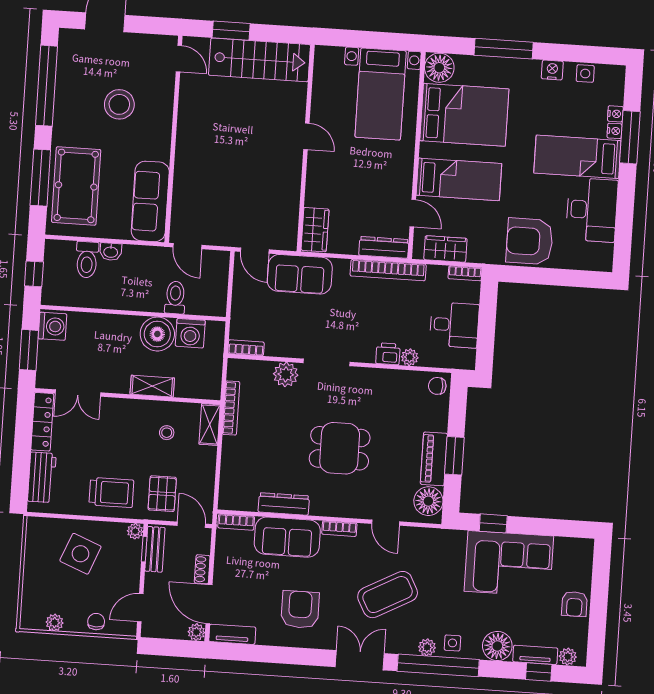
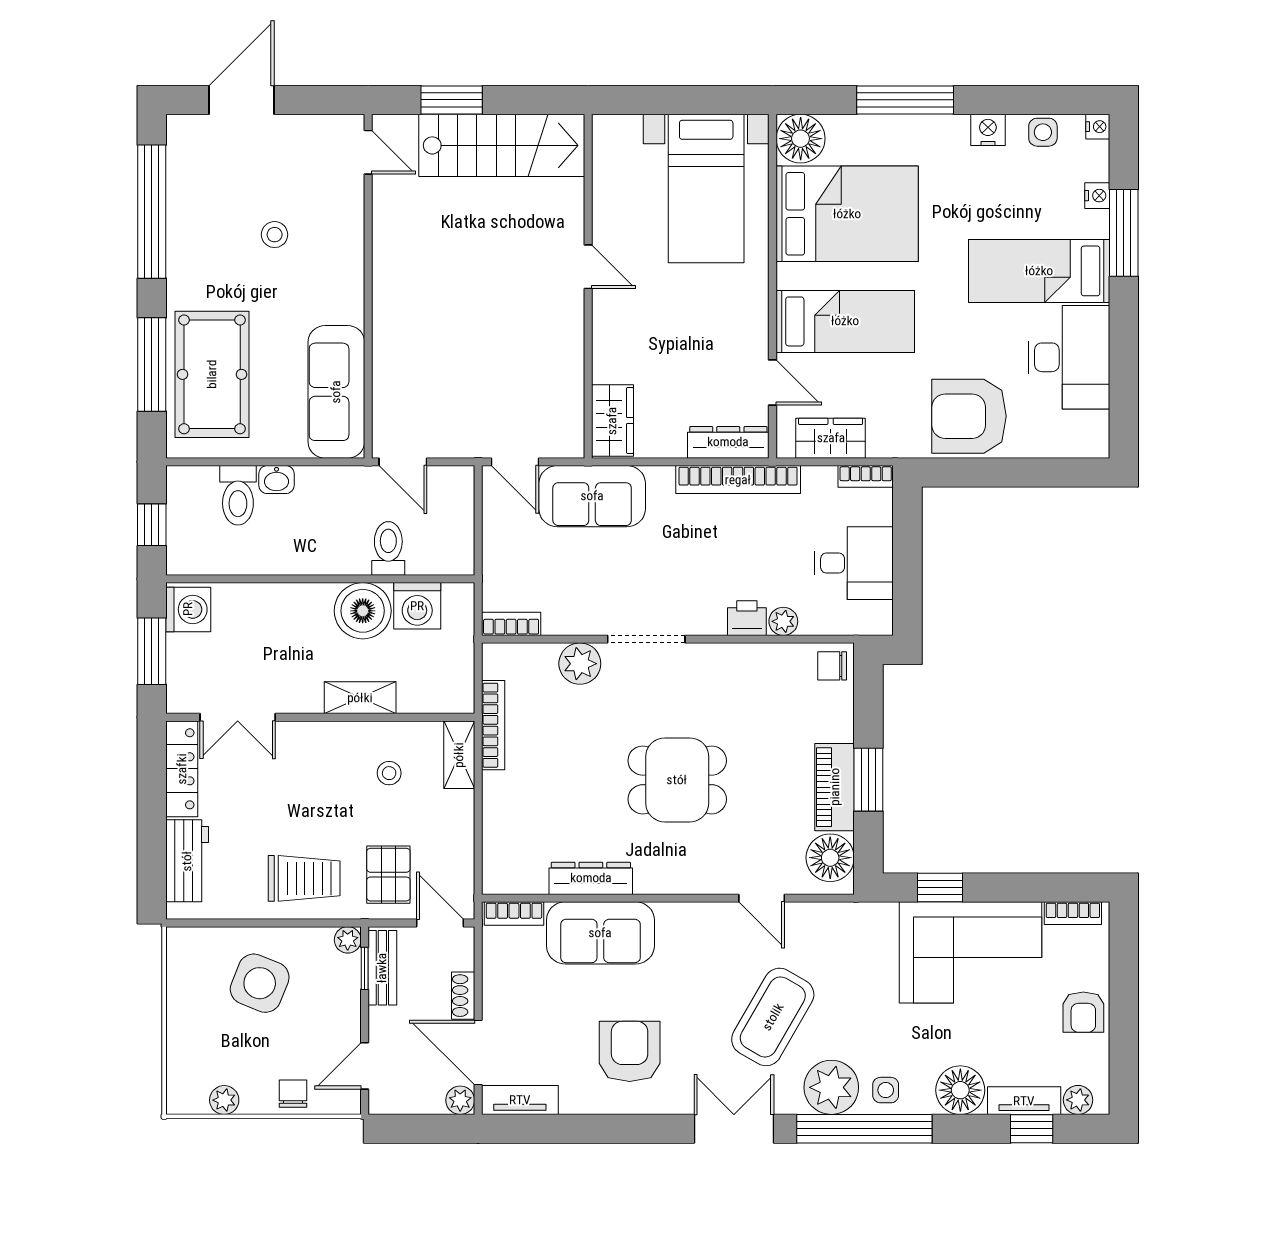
stool: (119, 104) -> (275, 235), width x0.53, depth x0.53
nightstand: (615, 131) -> (1098, 127), moved
bookcase: (339, 529) -> (1073, 913), moved
coffee table: (388, 595) -> (773, 1017), turned -32
plant: (427, 647) -> (831, 1087), width x1.88, depth x1.88

